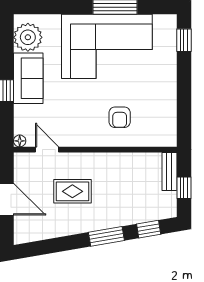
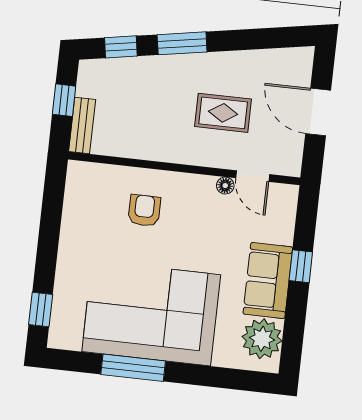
floor lamp: (20, 141) -> (225, 186), moved

